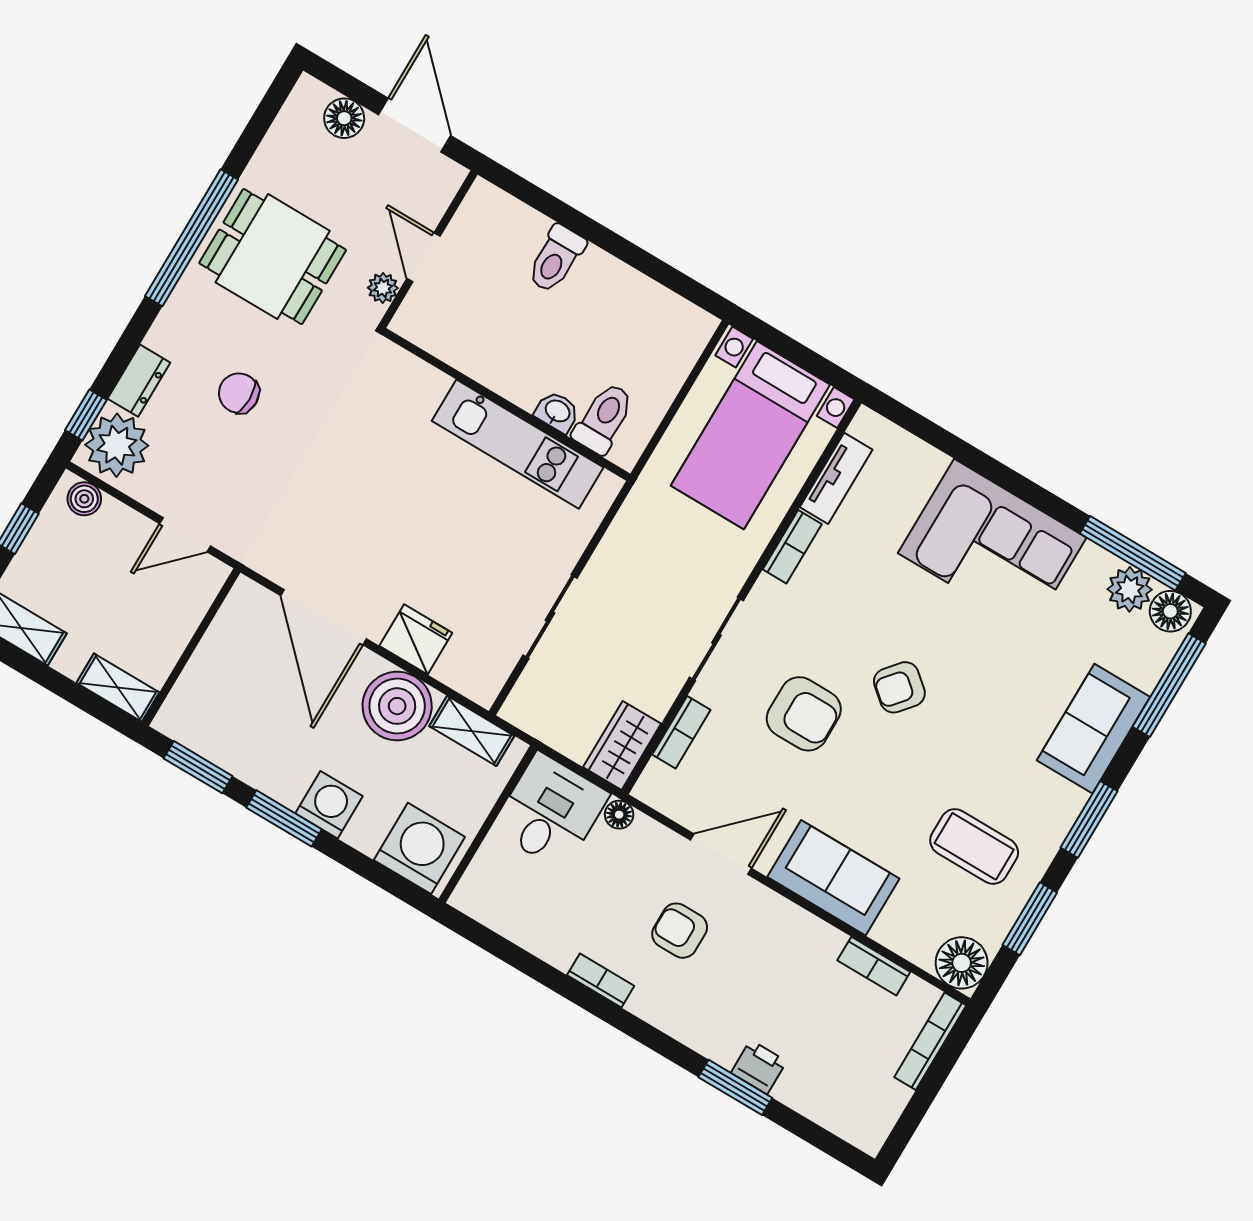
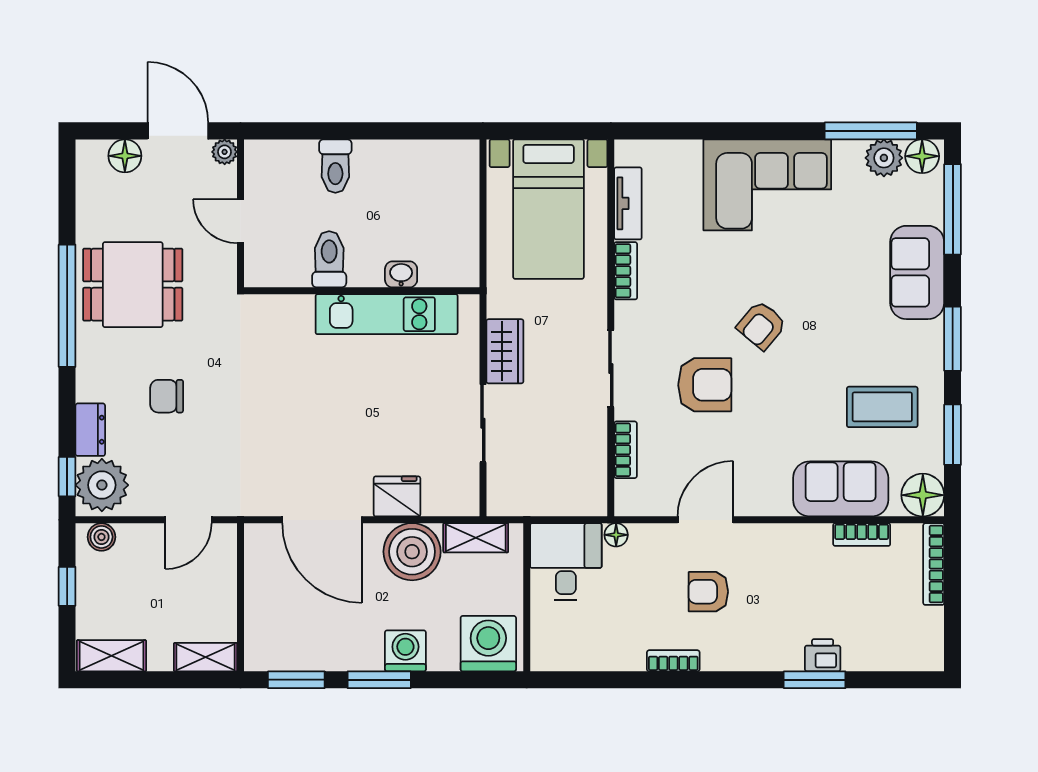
plant: (383, 288) -> (225, 152), moved
toilet: (604, 418) -> (329, 259), moved
wardrobe: (622, 745) -> (505, 351), moved, turned 180
sofa: (833, 878) -> (841, 489), moved

